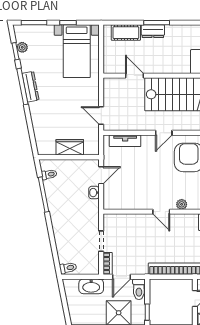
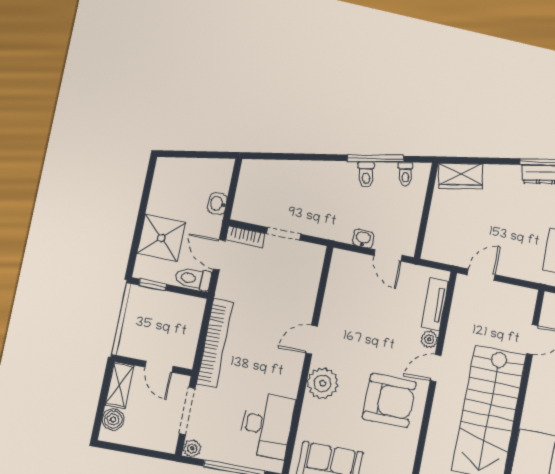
door: (164, 133) -> (436, 368), hinge flipped
plant: (147, 140) -> (429, 339), added
wardrobe: (70, 147) -> (461, 176), moved, turned 79
plant: (182, 204) -> (323, 383), width x1.88, depth x1.88
toilet: (68, 268) -> (366, 175), moved
washbasin: (91, 286) -> (217, 204), width x0.52, depth x0.69

